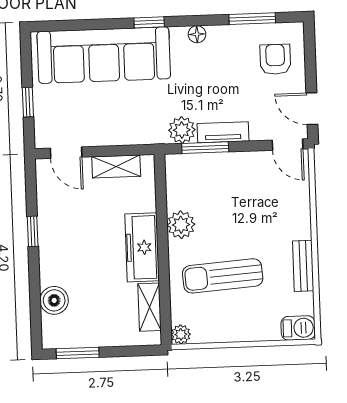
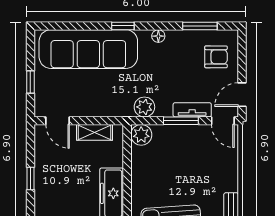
armchair: (275, 59) -> (216, 57), turned 90
door: (312, 109) -> (242, 95), hinge flipped
tv unit: (223, 132) -> (192, 110), moved
window: (205, 148) -> (181, 121), moved
plant: (181, 225) -> (141, 135), moved

